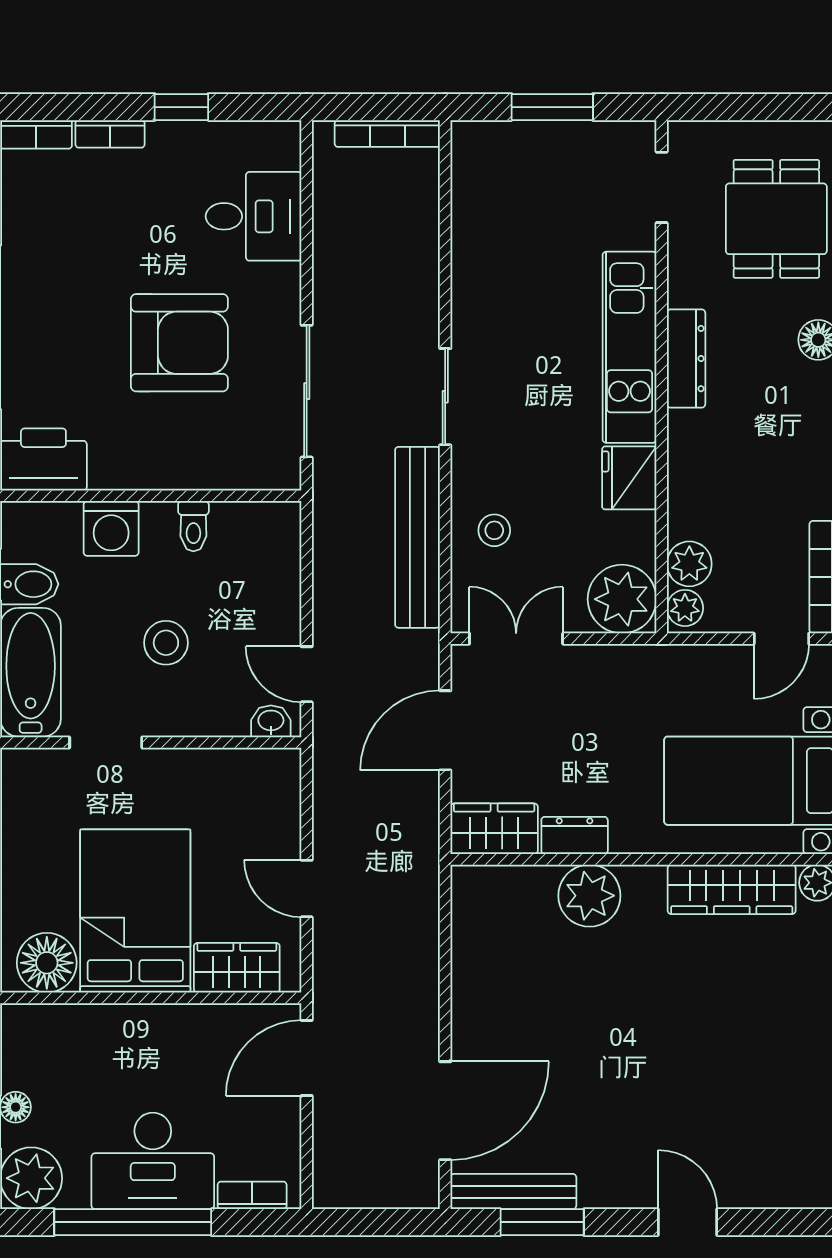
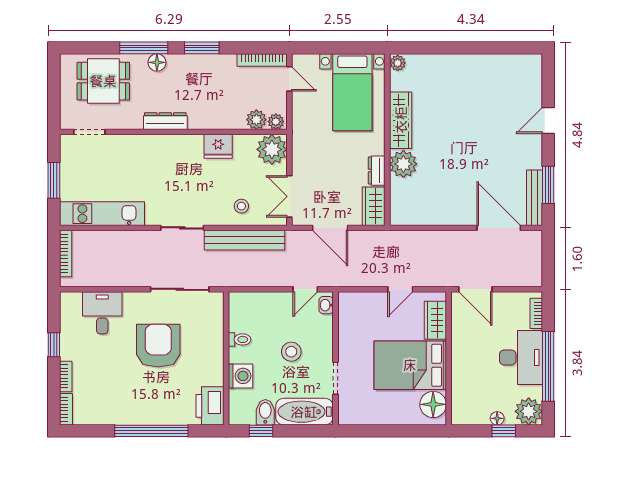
kitchen unit: (629, 347) -> (102, 214), moved, turned 180
wardrobe: (732, 889) -> (401, 120), moved

